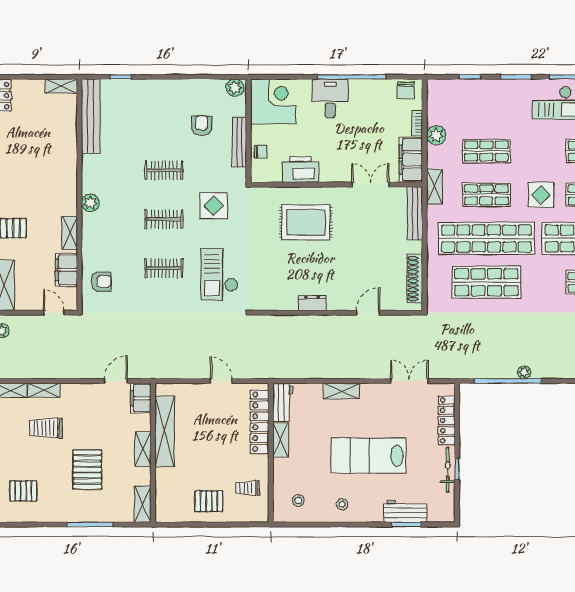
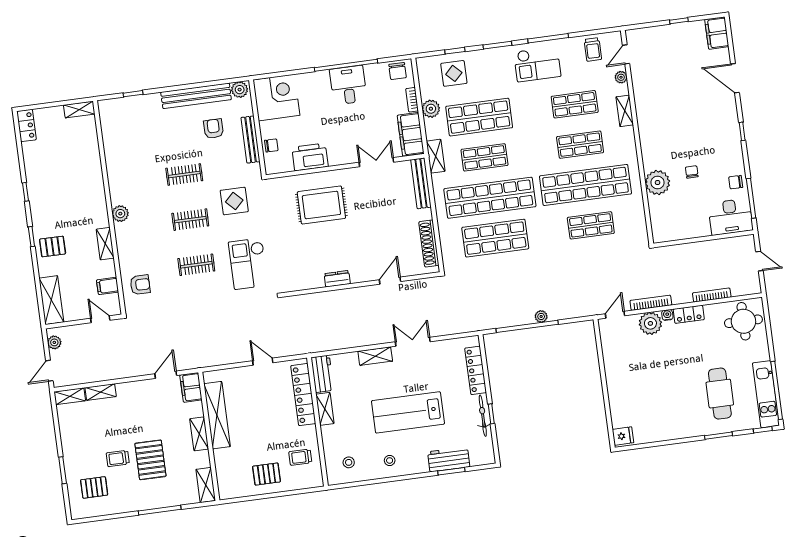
desk: (330, 98) -> (348, 85), moved
bench: (91, 116) -> (196, 96), moved, turned 90
shop shelf: (486, 151) -> (479, 117), width x1.43, depth x1.36
display table: (541, 195) -> (454, 73), moved
filing cabinet: (66, 270) -> (108, 286), width x0.50
double door: (409, 381) -> (413, 342), moved
trolley: (46, 428) -> (118, 458), moved, width x0.73, depth x0.72

